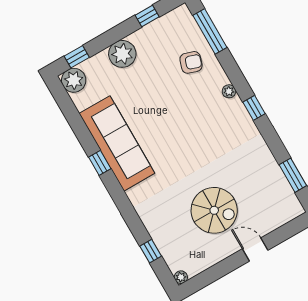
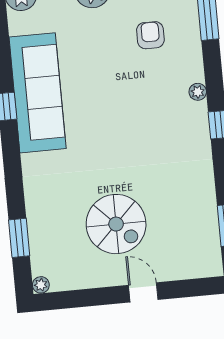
armchair: (191, 62) -> (150, 35), moved, turned -108
window: (151, 251) -> (19, 238), width x1.50

